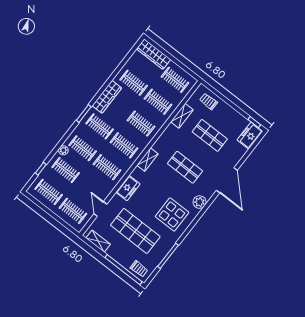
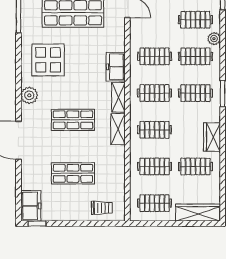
wardrobe: (107, 97) -> (212, 137), width x0.67
shelving: (182, 116) -> (118, 129), moved
freezer: (128, 188) -> (116, 67), moved

